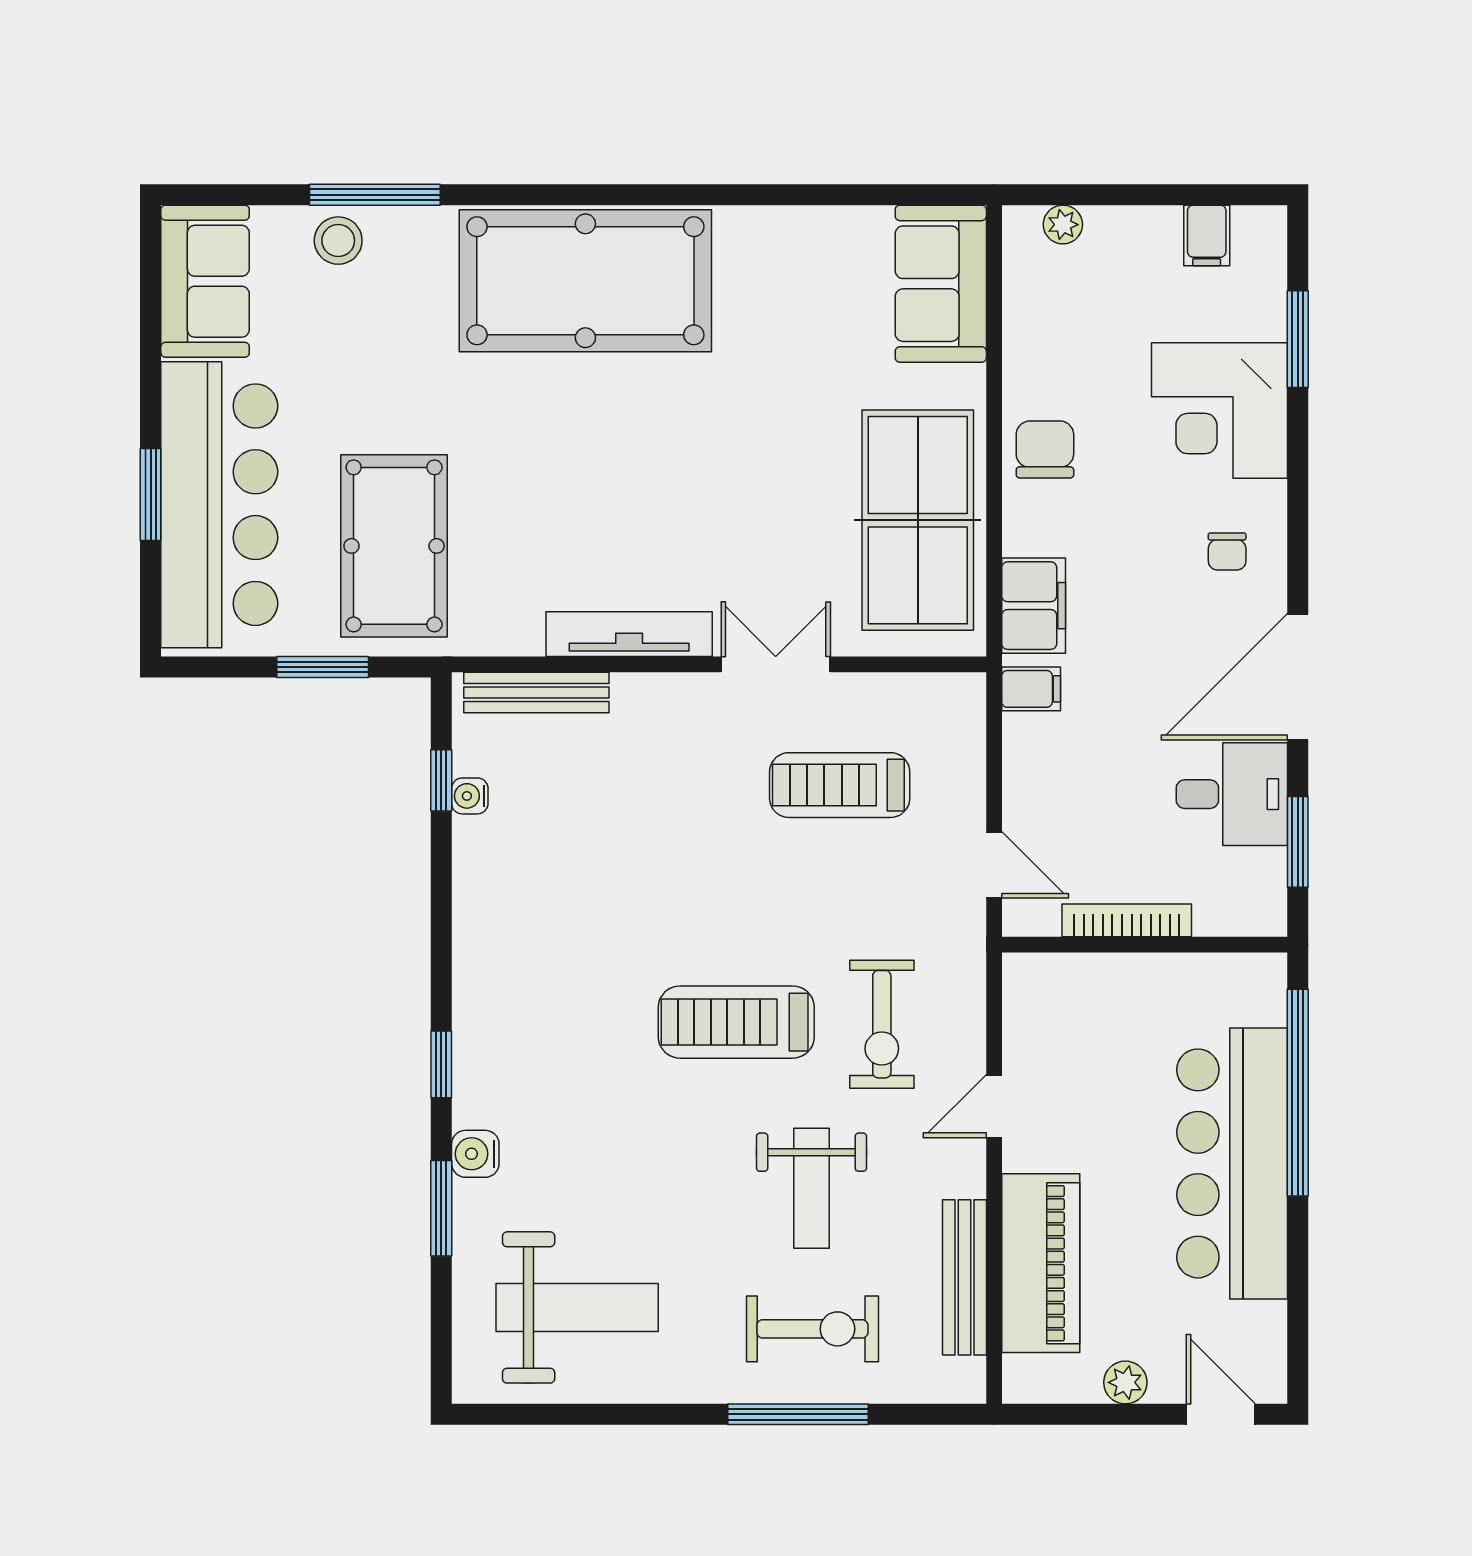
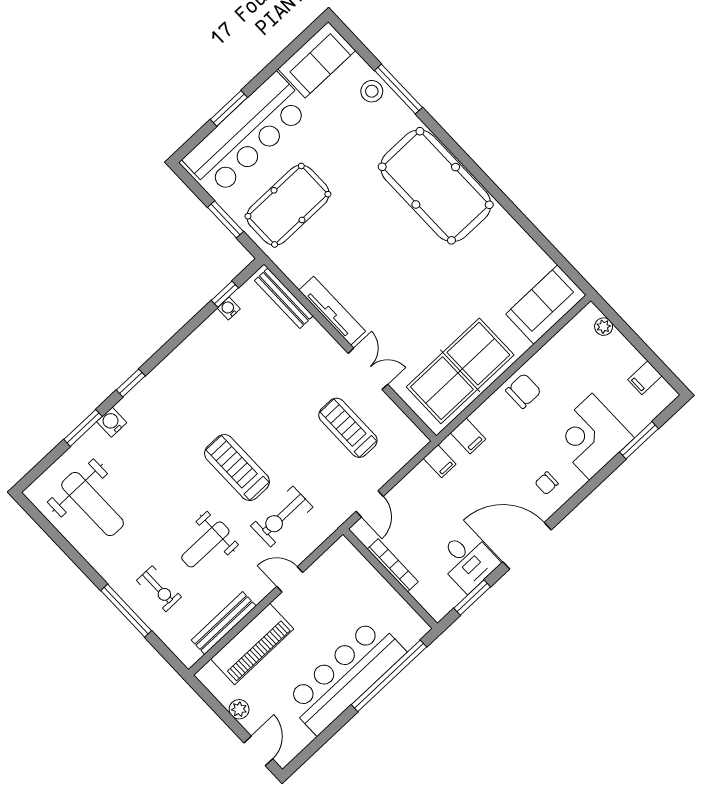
filing cabinet: (1034, 606) -> (468, 436), width x0.50
exercise bike: (812, 1329) -> (159, 589), width x0.73, depth x0.72

